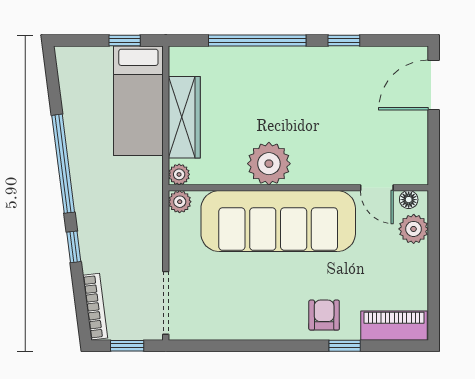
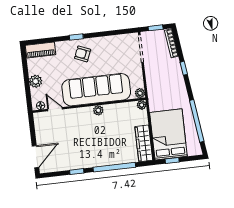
bed: (138, 101) -> (168, 134), width x1.50
wardrobe: (184, 117) -> (144, 143), moved
window: (63, 164) -> (197, 121), moved
plant: (269, 164) -> (98, 110), width x0.53, depth x0.53
plant: (414, 229) -> (36, 81), moved
armchair: (324, 315) -> (83, 54), moved, turned 113
window: (345, 346) -> (76, 37), moved

